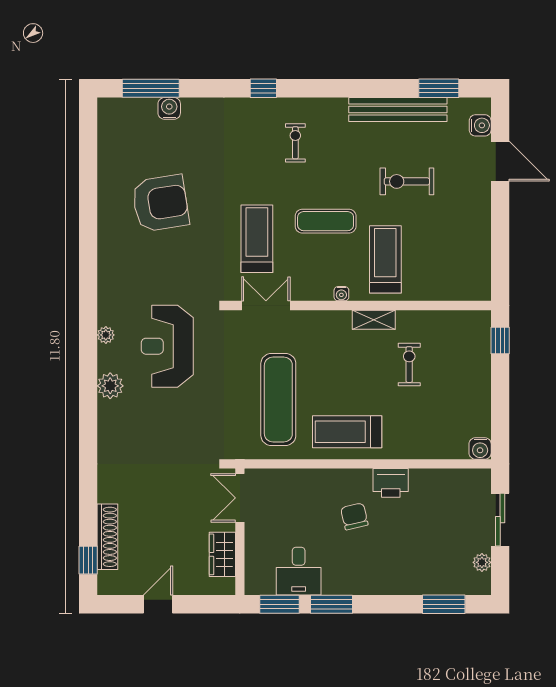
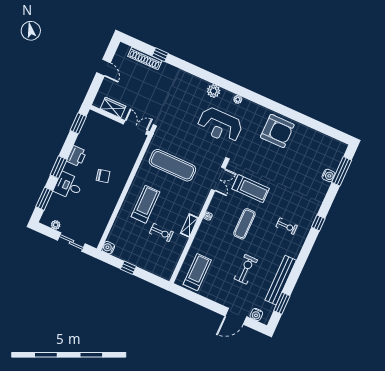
armchair: (160, 203) -> (277, 131), moved, turned -81
treadmill: (385, 259) -> (197, 272), moved, turned -90
window: (500, 341) -> (128, 268), moved
reception desk: (167, 346) -> (220, 125), turned 180
treadmill: (347, 432) -> (146, 204), moved
printer: (391, 483) -> (77, 156), moved, turned 180
window: (88, 560) -> (160, 55), moved
desk: (299, 571) -> (68, 186), moved
window: (331, 604) -> (59, 167), moved

